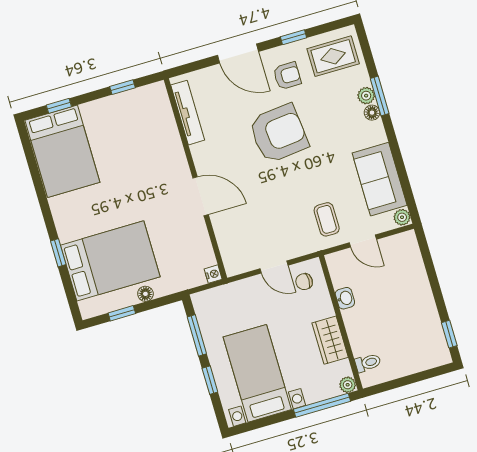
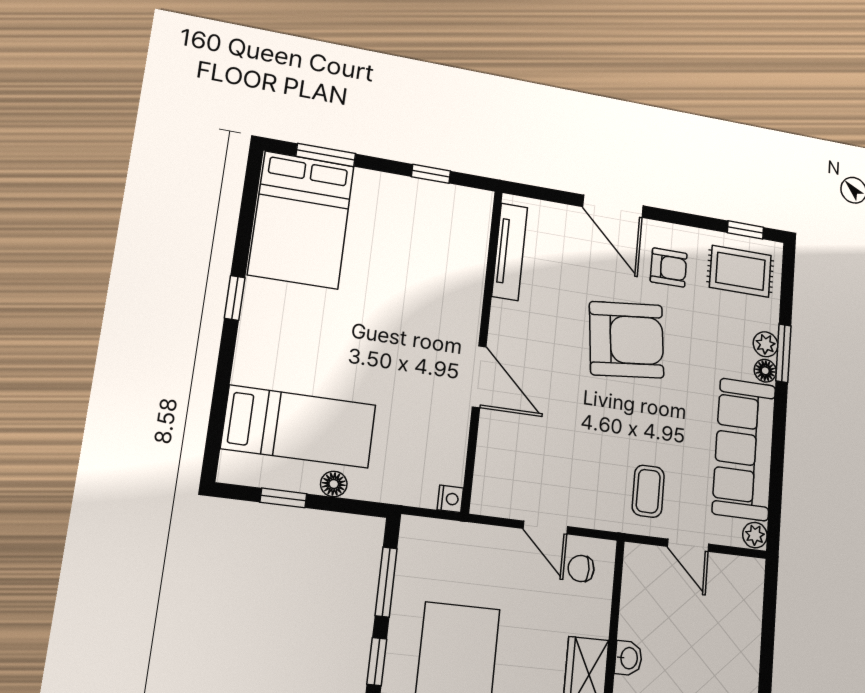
window: (293, 37) -> (745, 230), moved
window: (59, 106) -> (326, 155), width x1.50
sofa: (380, 179) -> (744, 449), width x1.36
window: (58, 253) -> (235, 298), moved
bed: (110, 261) -> (299, 427), width x0.67
washbasin: (345, 298) -> (628, 658), moved

